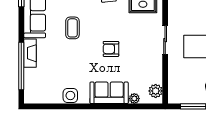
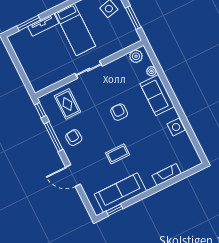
armchair: (111, 49) -> (119, 112), turned 180
fireplace: (30, 53) -> (167, 175), moved
window: (21, 66) -> (172, 181), removed

